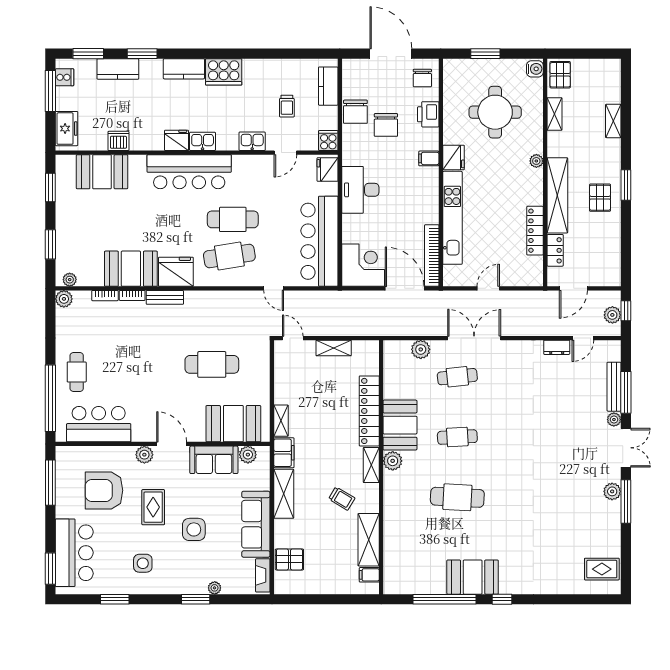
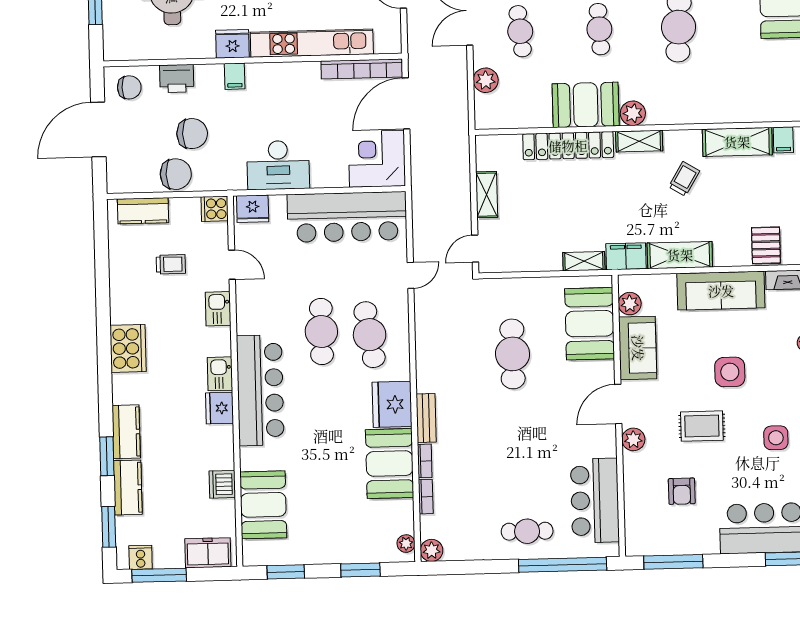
kitchen counter: (184, 69) -> (126, 432), moved
armchair: (104, 490) -> (682, 491), width x0.53, depth x0.53

